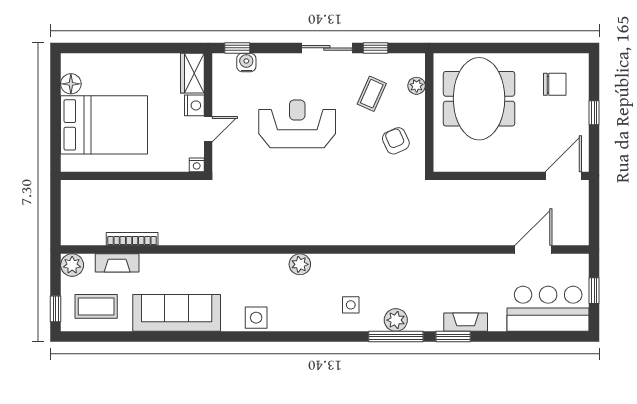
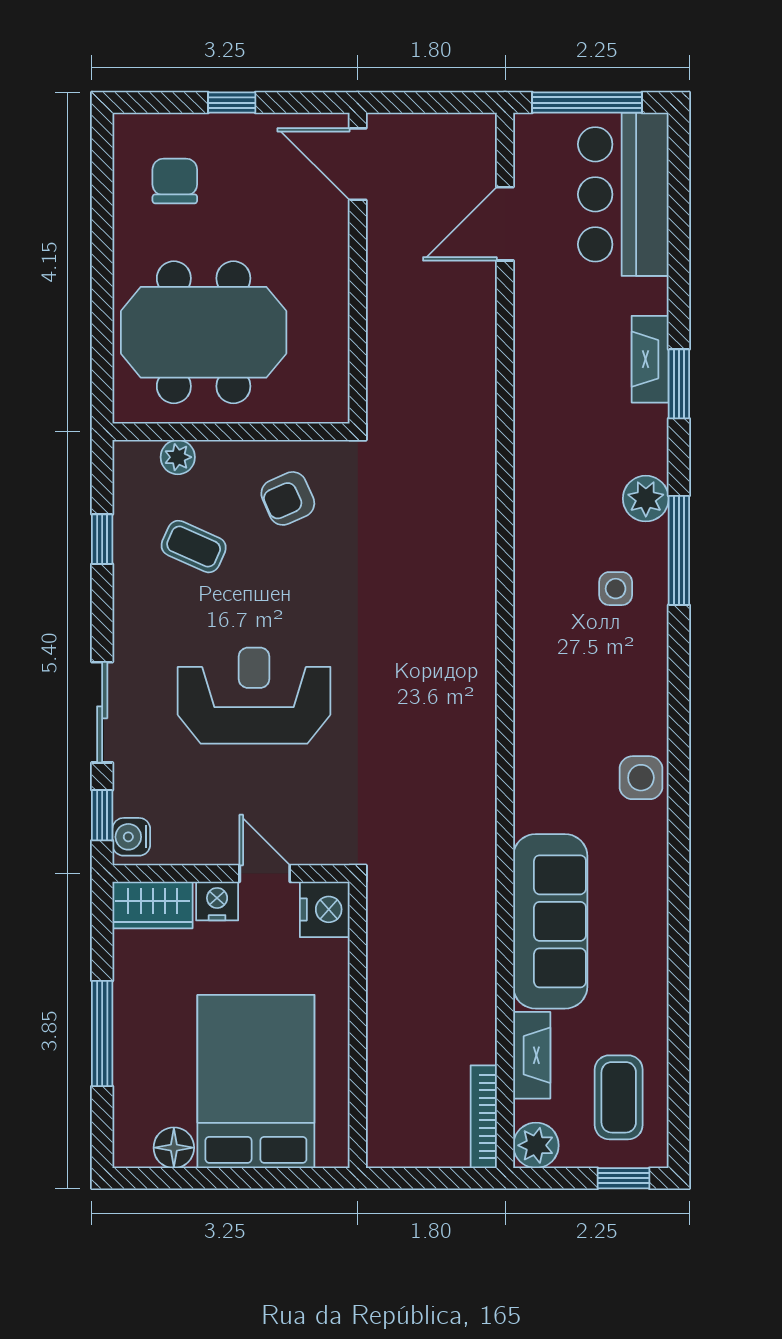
window: (128, 48) -> (102, 1033), added
sliding door: (327, 48) -> (102, 712), moved
water cooler: (246, 62) -> (131, 837), moved
reception desk: (297, 124) -> (254, 696), turned 90
nightstand: (197, 165) -> (325, 909), width x1.89, depth x1.79
bookcase: (132, 239) -> (484, 1117), moved
door: (533, 250) -> (505, 224), hinge flipped
plant: (300, 264) -> (534, 690), removed
window: (594, 291) -> (587, 103), width x2.17
sofa: (177, 313) -> (550, 921), moved, turned 180
window: (396, 337) -> (679, 550), moved

